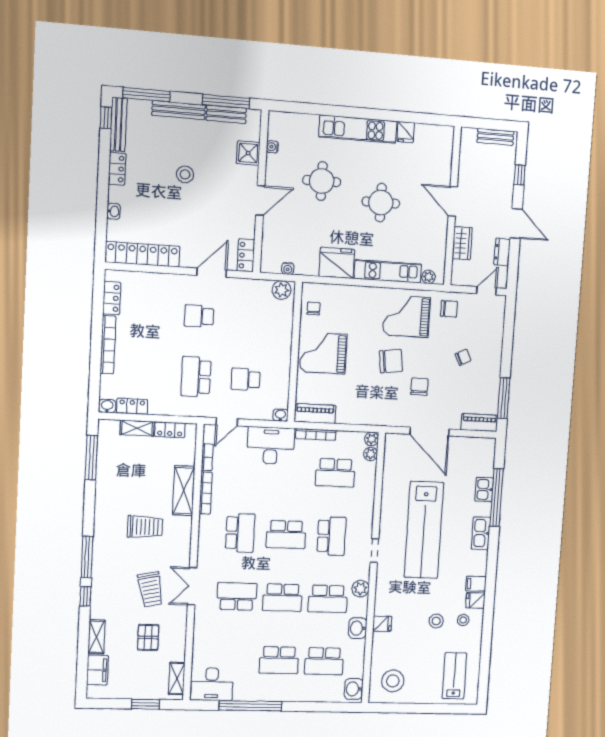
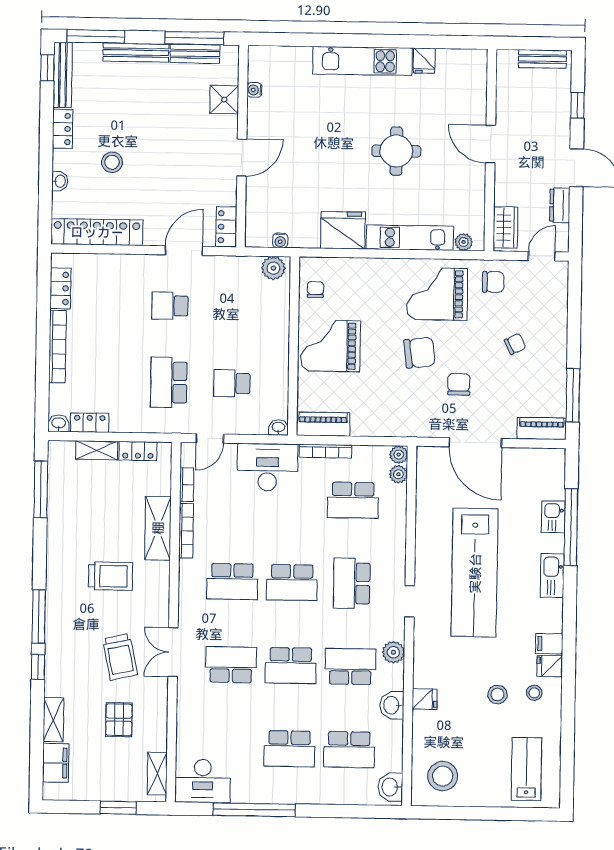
stool: (185, 174) -> (112, 162), moved
round table: (322, 181) -> (319, 129), removed
wardrobe: (462, 243) -> (505, 228), moved
school desk: (240, 533) -> (232, 581), turned 90
school desk: (331, 536) -> (352, 583), turned 180
school desk: (328, 599) -> (350, 666), turned 180

